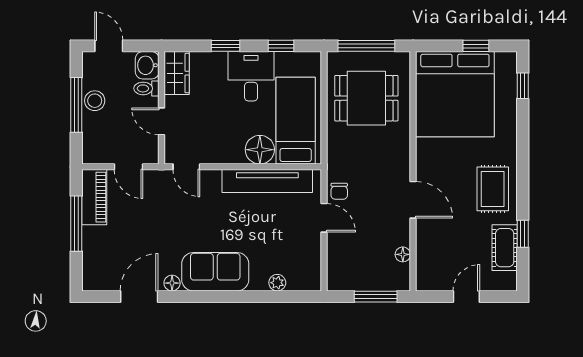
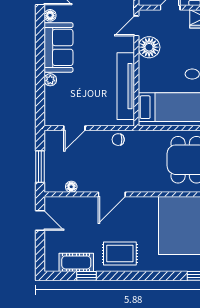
floor lamp: (260, 150) -> (149, 47), moved
door: (324, 218) -> (74, 128), moved
plant: (277, 283) -> (50, 80), moved
door: (466, 297) -> (40, 220), moved

